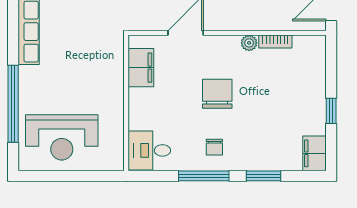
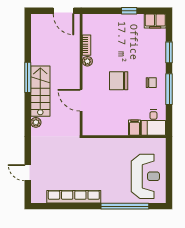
filing cabinet: (141, 68) -> (135, 128), moved, width x0.50

